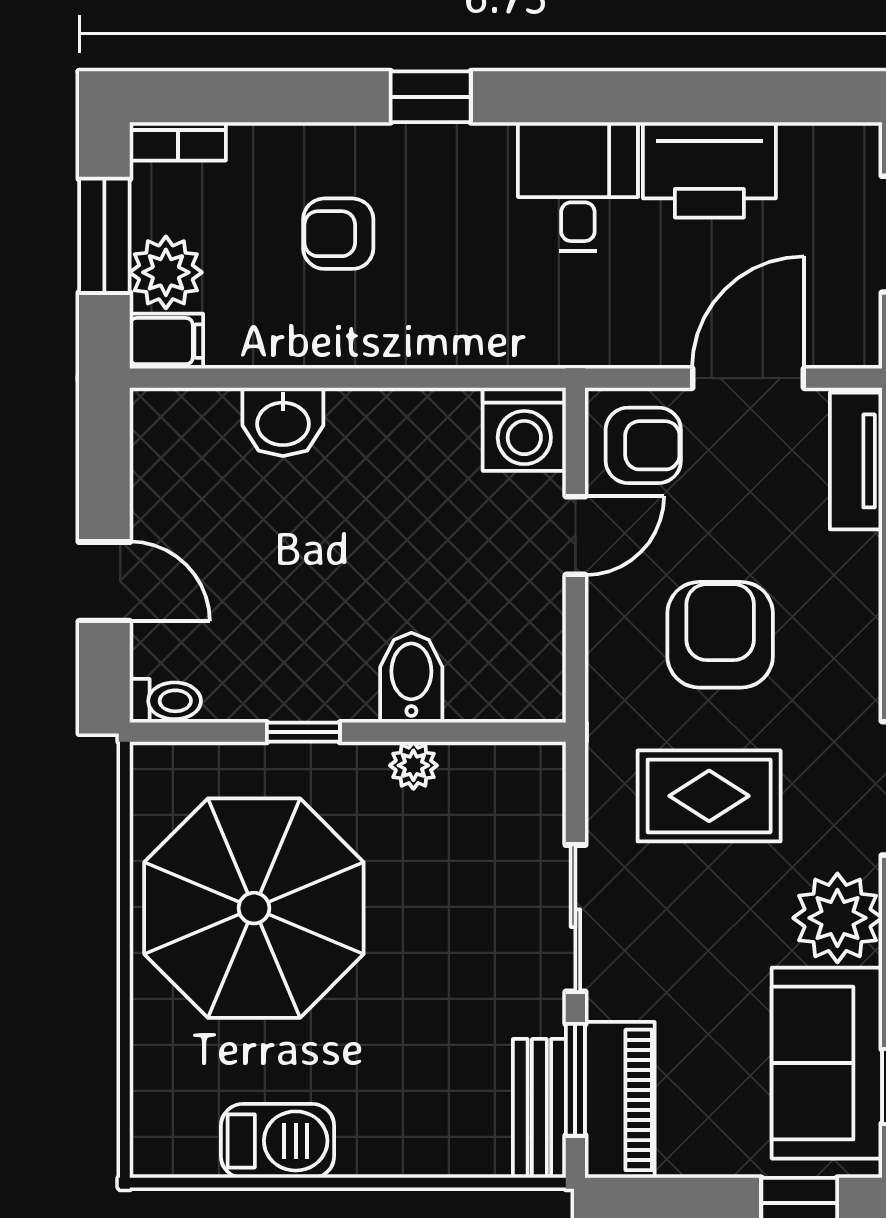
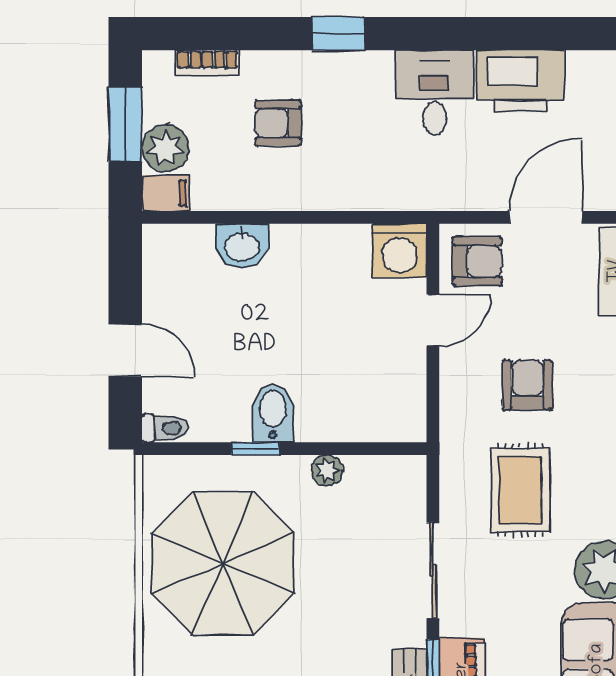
bookcase: (178, 141) -> (207, 63), moved
armchair: (720, 635) -> (527, 385), width x0.72, depth x0.72
bidet: (411, 678) -> (273, 413), moved
rug: (709, 796) -> (520, 490), turned 90

